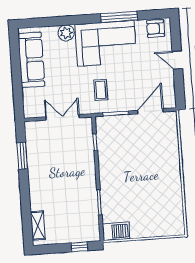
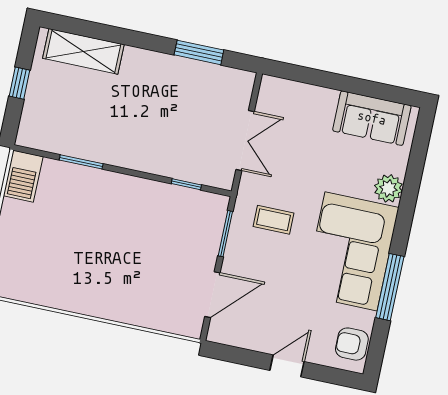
armchair: (156, 29) -> (352, 344), turned -90
sofa: (31, 60) -> (372, 118), width x0.73
door: (150, 111) -> (212, 295), hinge flipped
shelving: (38, 225) -> (83, 51), width x1.50, depth x1.33
window: (79, 247) -> (19, 83), moved

